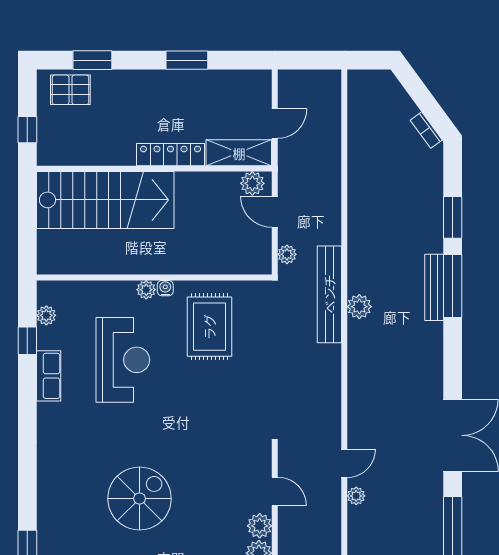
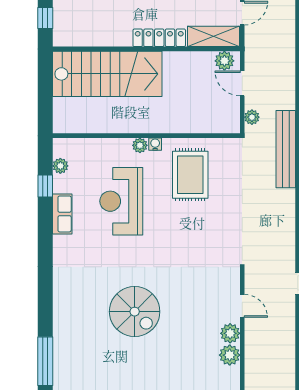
reception desk: (123, 360) -> (121, 201), turned 180
spiral stairs: (140, 499) -> (135, 312), turned 90

